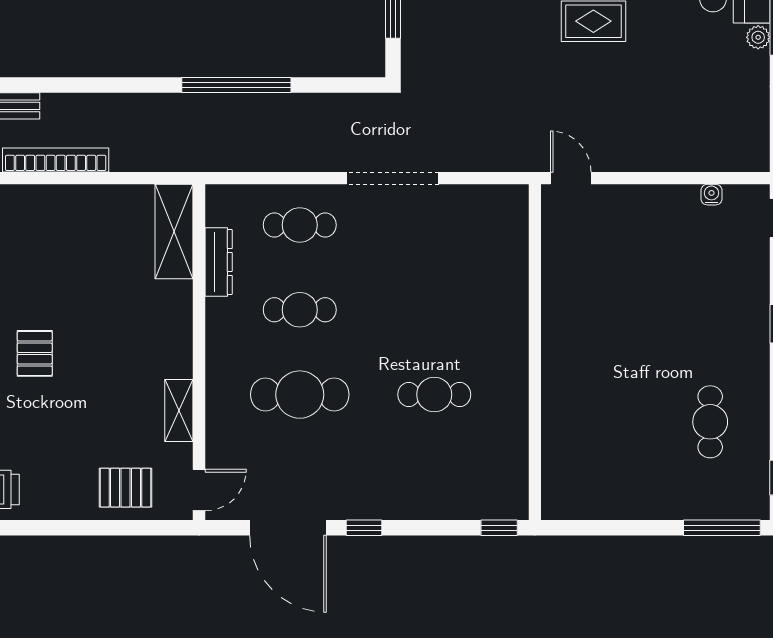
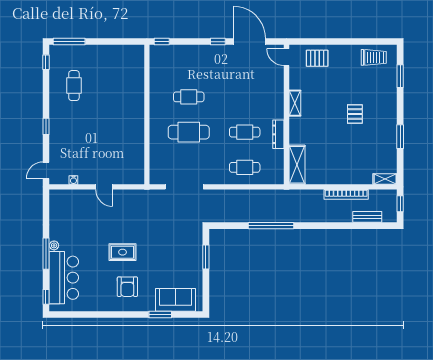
doorway: (393, 178) -> (184, 187), moved
door: (571, 178) -> (104, 187), moved
dresser: (219, 262) -> (278, 134), moved
cafe table: (300, 395) -> (189, 132), moved
shelving: (179, 411) -> (295, 103), moved
door: (199, 490) -> (287, 57), hinge flipped

